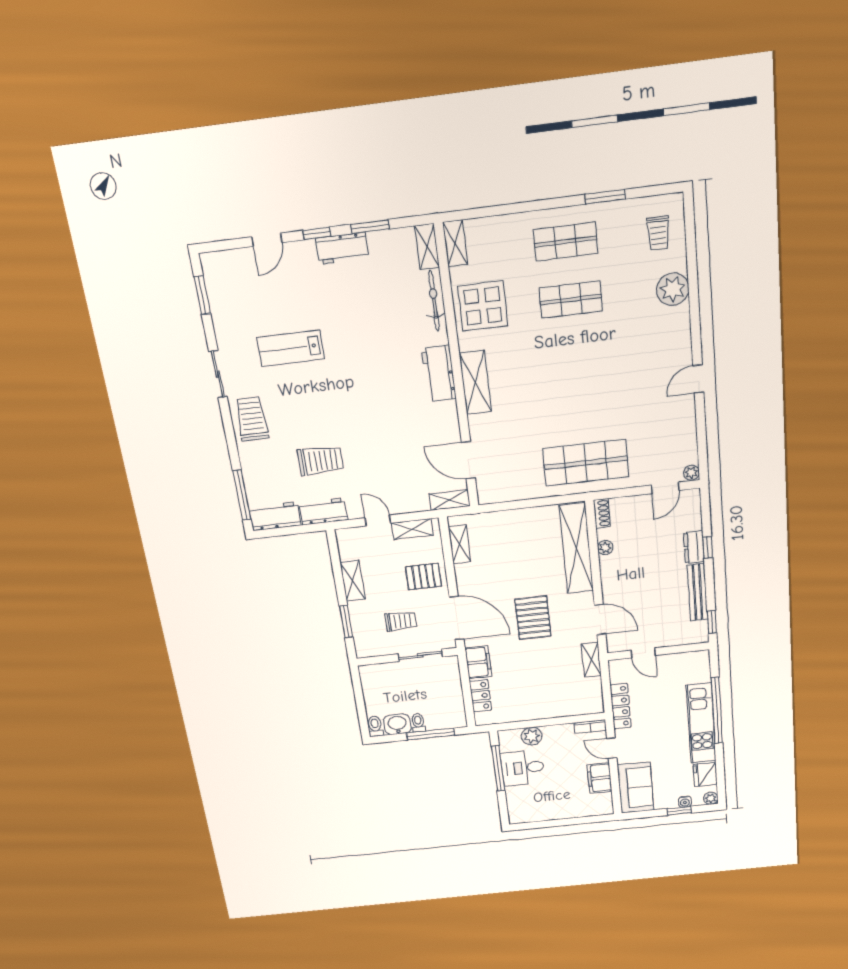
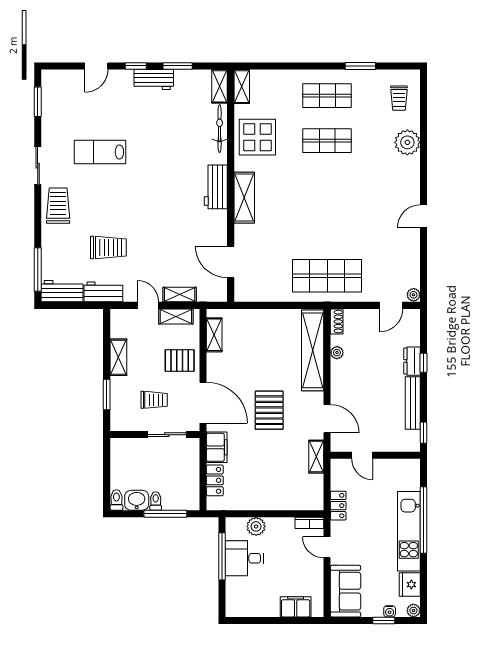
shelving: (450, 500) -> (180, 295), moved
locker: (621, 706) -> (338, 506), width x0.66
filing cabinet: (600, 778) -> (296, 607), moved, turned 90

